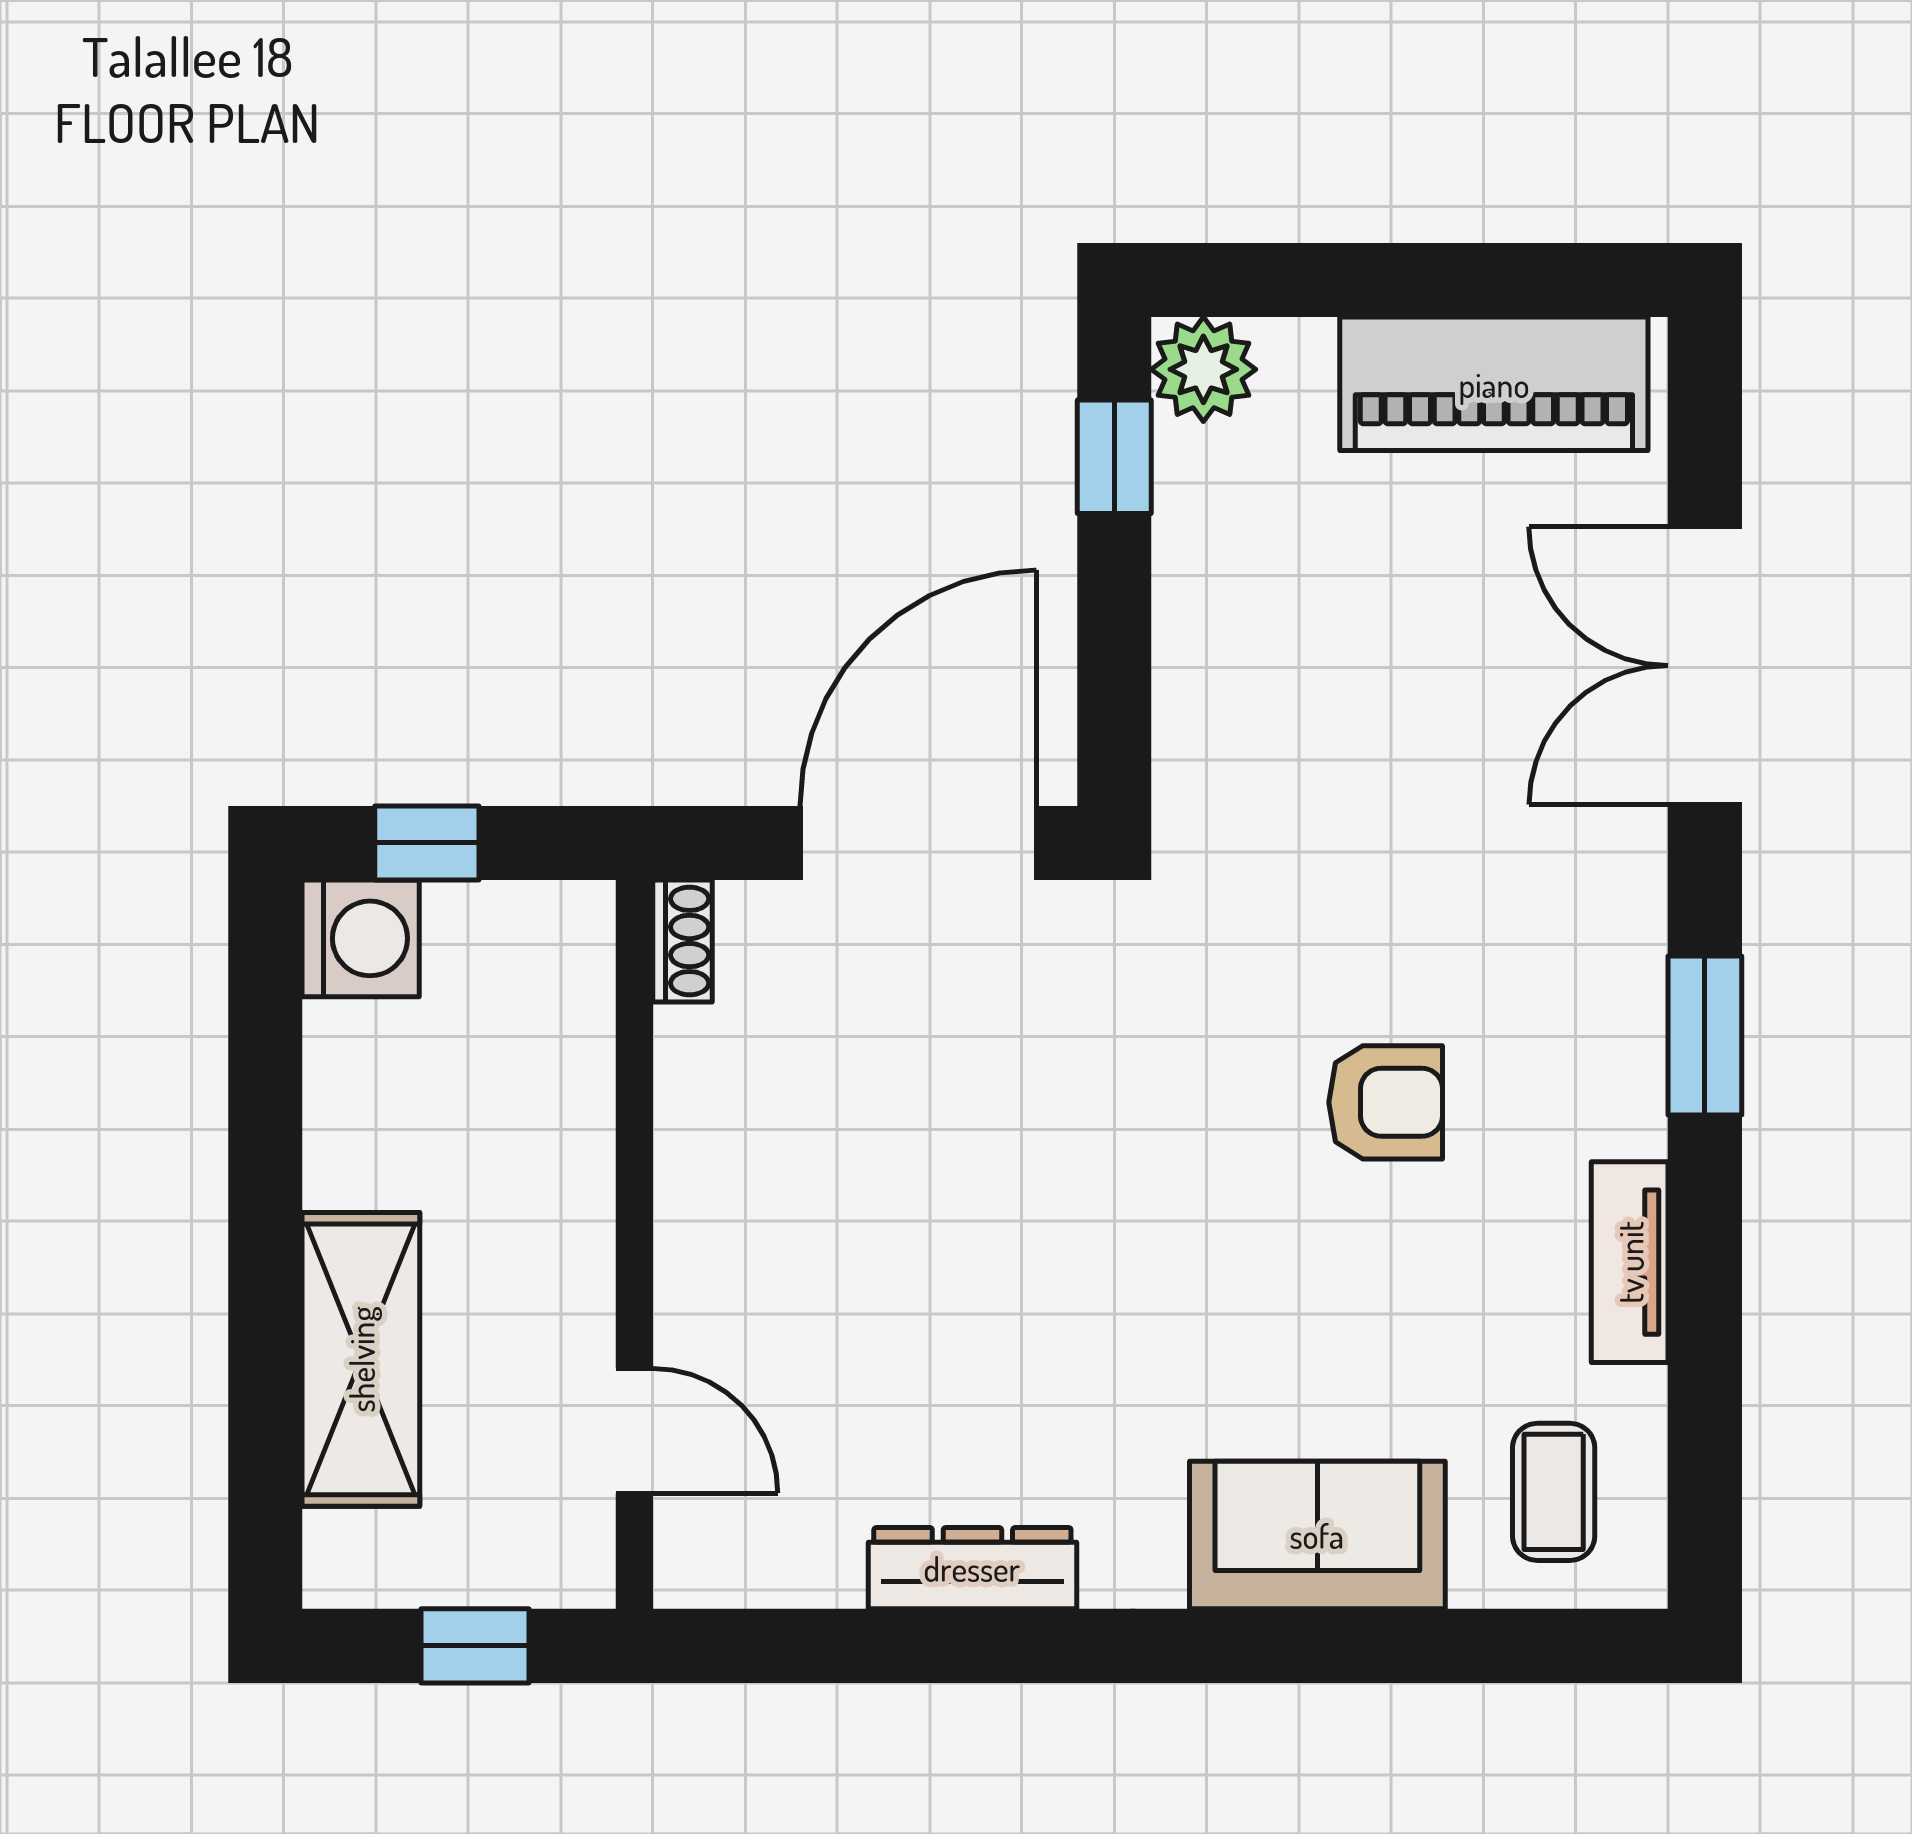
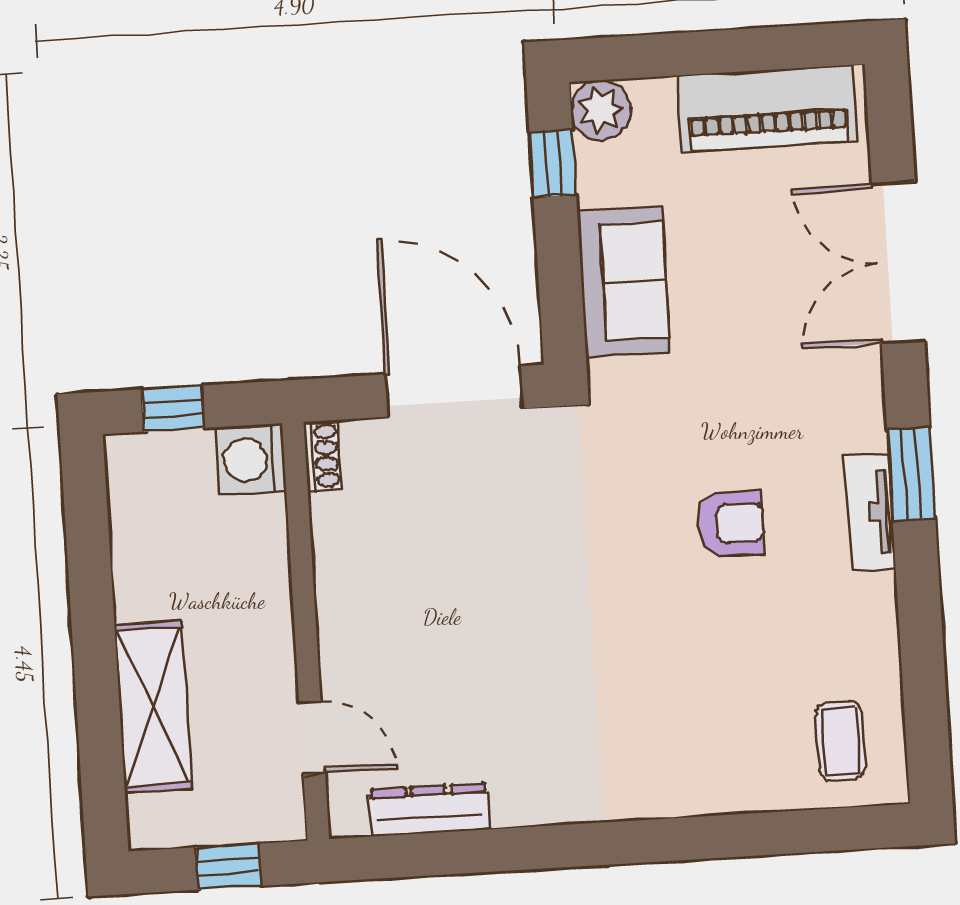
door: (918, 843) -> (454, 391), hinge flipped
washing machine: (361, 938) -> (251, 460), moved, turned 180
tv unit: (1630, 1262) -> (870, 512), moved
sofa: (1317, 1535) -> (624, 282), moved, turned 90
dresser: (972, 1568) -> (429, 810), moved

